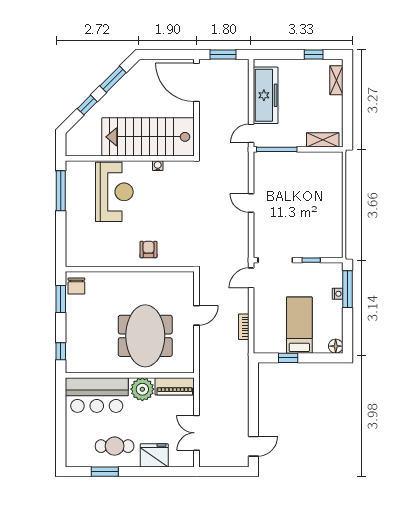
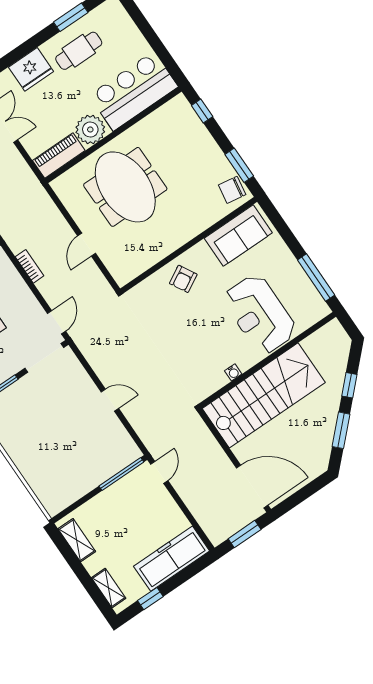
freezer: (266, 95) -> (172, 559), moved, turned 90
shelving: (323, 140) -> (77, 540), moved, turned 90
armchair: (148, 250) -> (183, 279), turned 61
sofa: (93, 253) -> (238, 236), added
chair: (76, 286) -> (232, 190), turned -81

